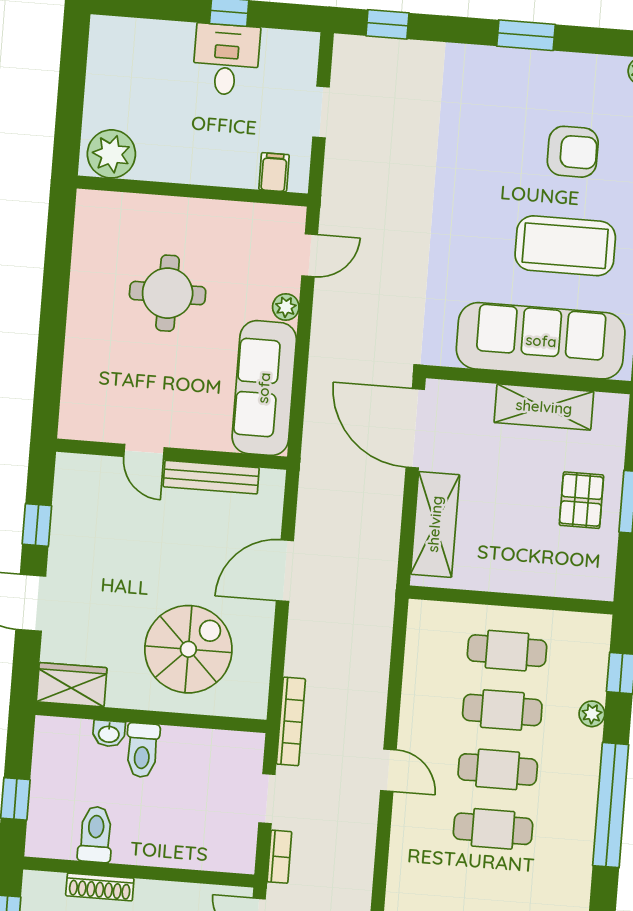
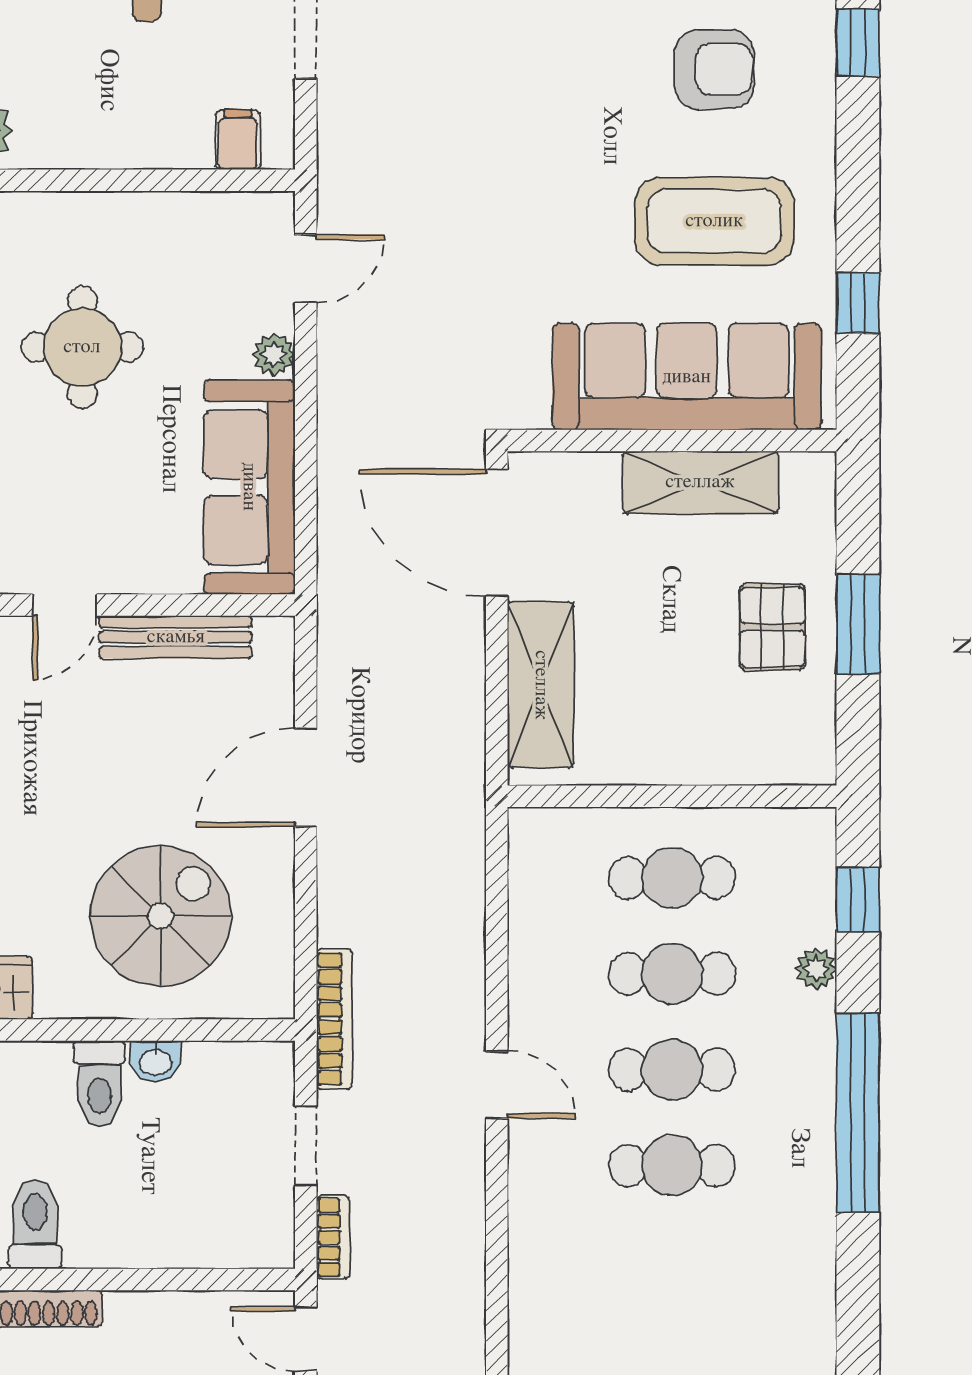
door: (144, 452) -> (65, 605), hinge flipped
washbasin: (109, 734) -> (155, 1061), moved

